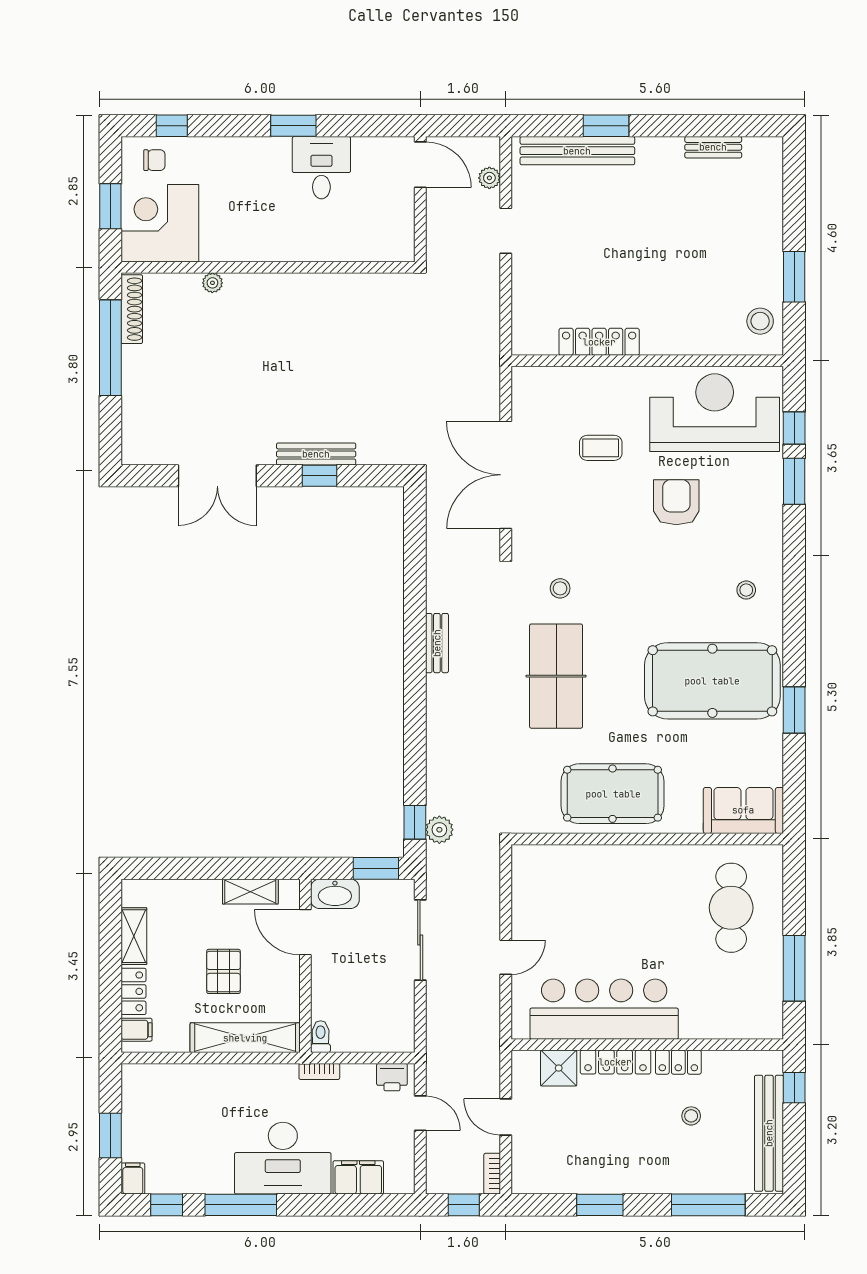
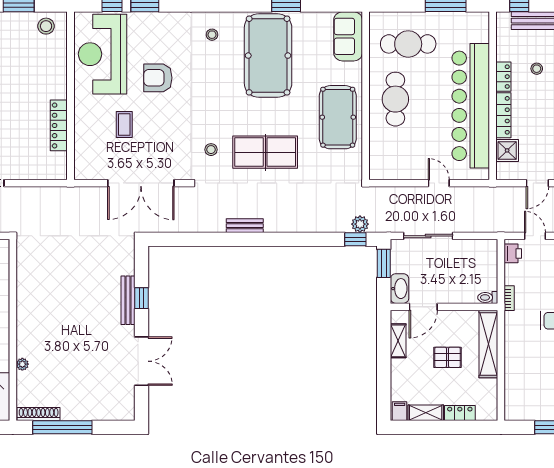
cafe table: (642, 887) -> (395, 99), added
bar counter: (604, 1009) -> (471, 106), width x1.36
filing cabinet: (137, 1030) -> (400, 411), moved
door: (420, 1113) -> (535, 236), hinge flipped

